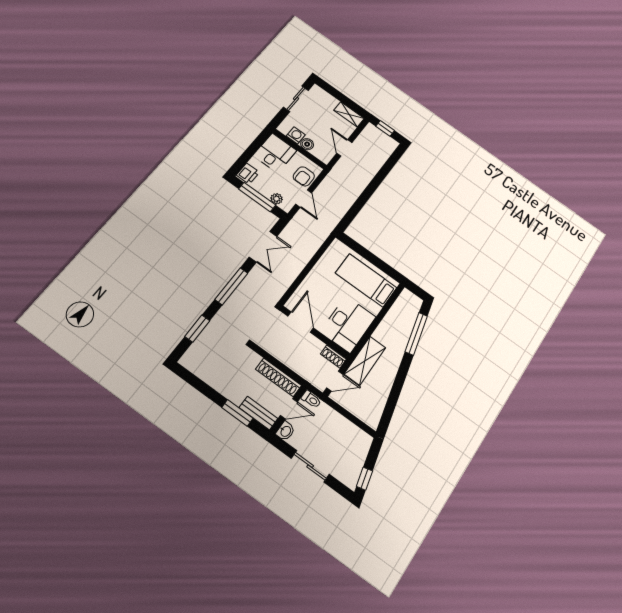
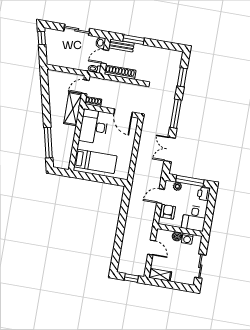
door: (304, 198) -> (160, 196), hinge flipped

